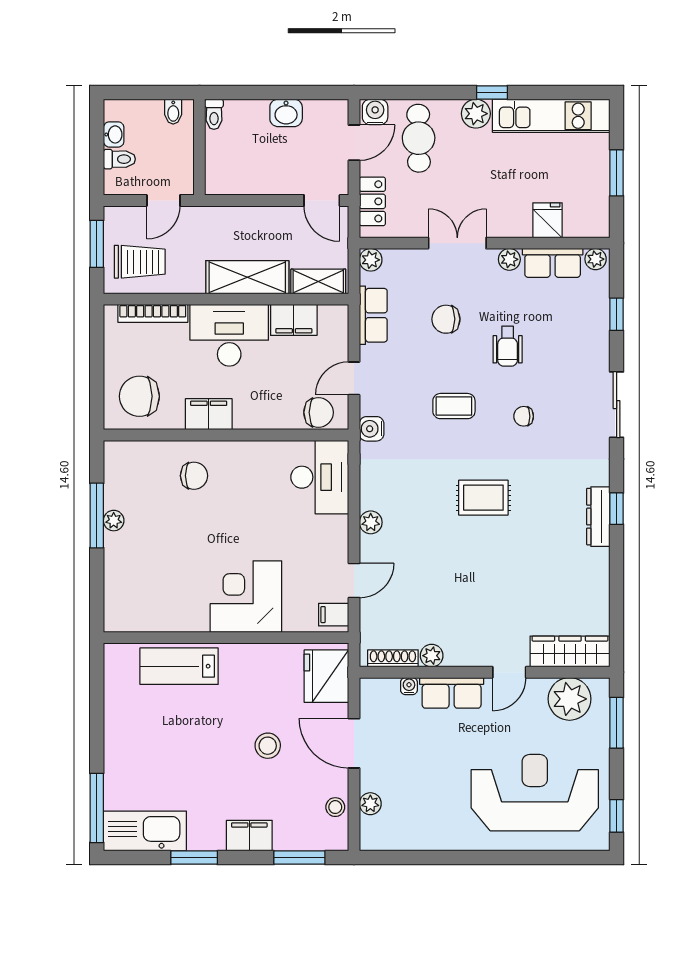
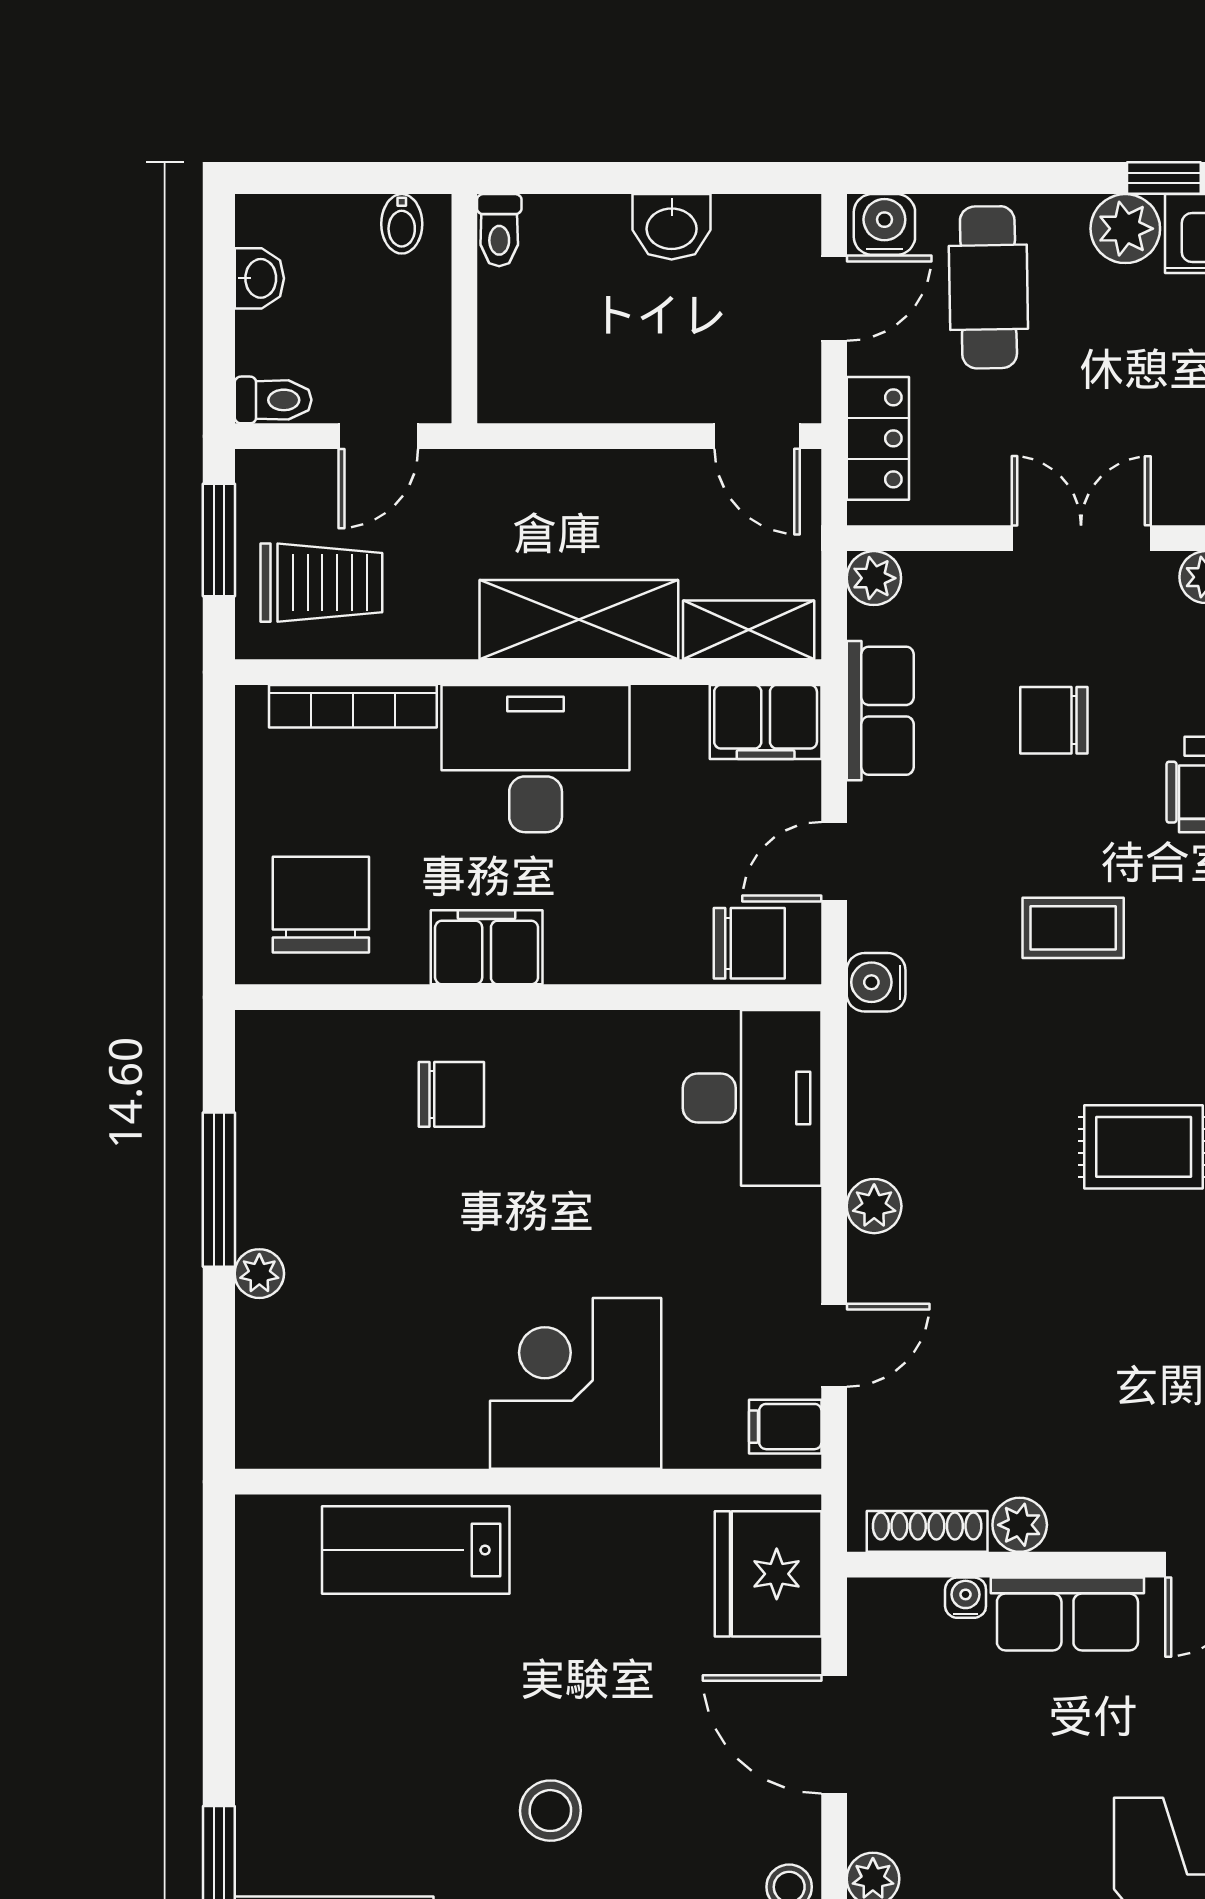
toilet: (119, 159) -> (273, 400), moved
filing cabinet: (294, 320) -> (766, 722), moved
chair: (139, 396) -> (321, 905), turned 90
plant: (114, 521) -> (259, 1274), moved
stool: (268, 746) -> (550, 1811), moved

